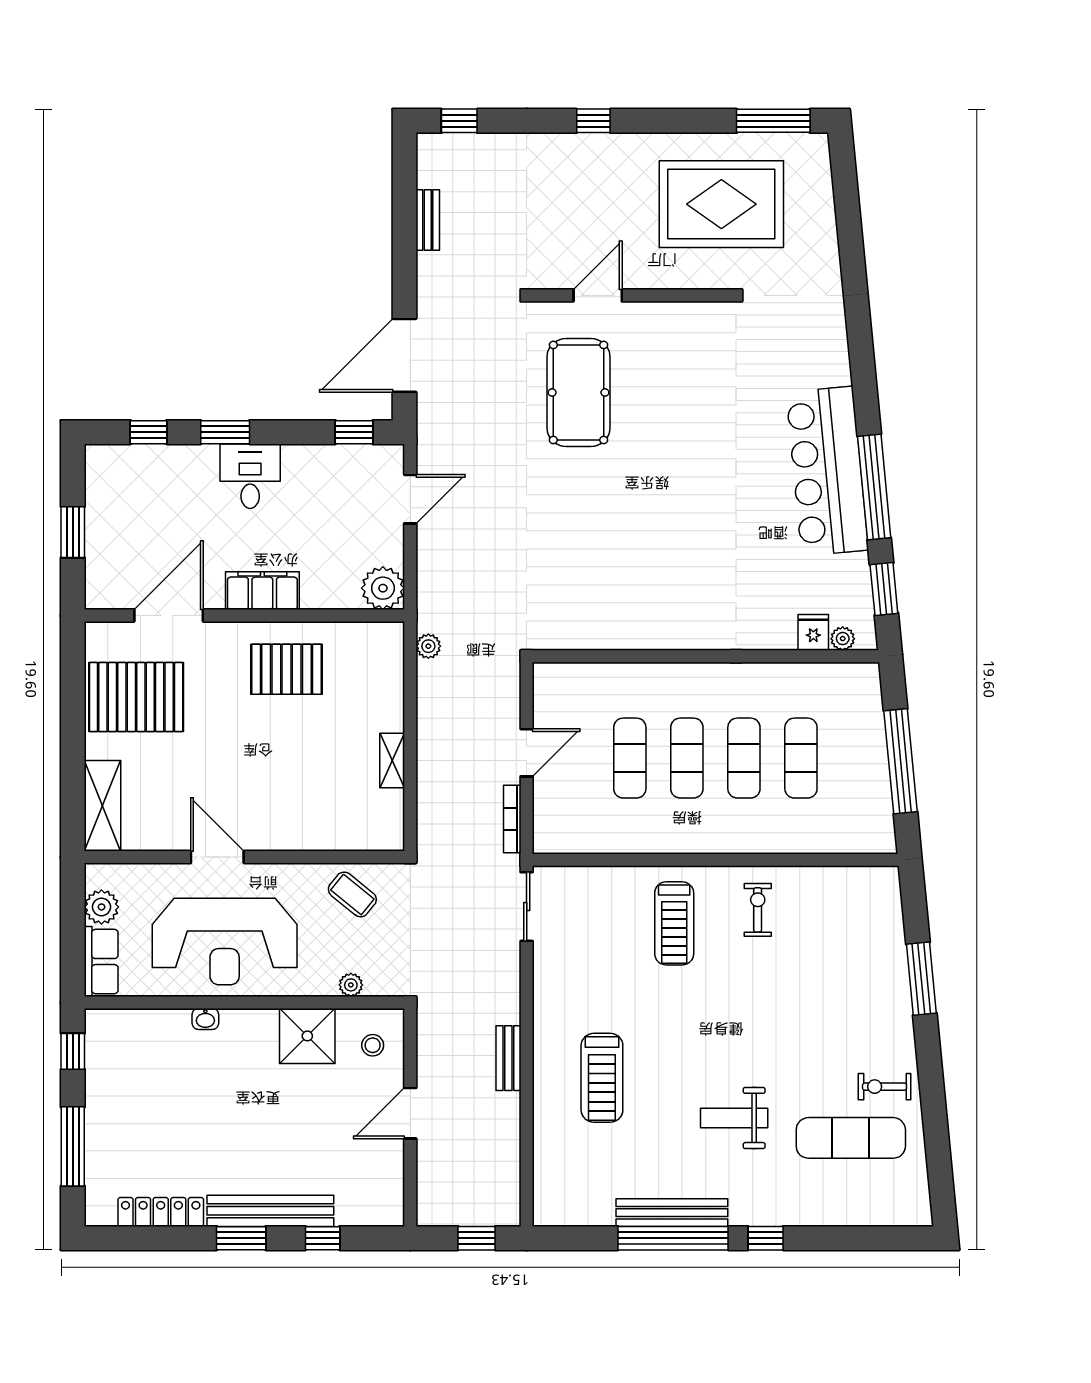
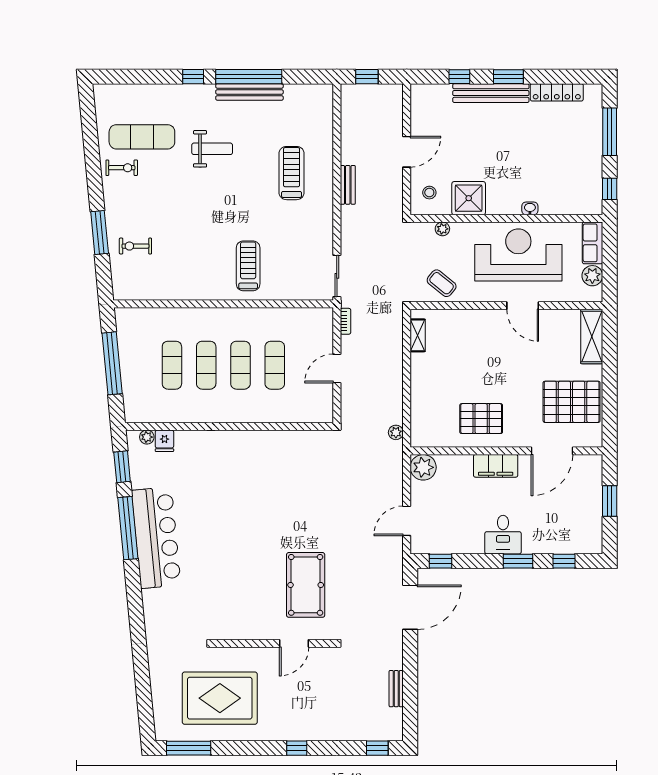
shelving: (392, 761) -> (418, 335), moved
bookcase: (512, 819) -> (345, 321), width x0.64
exercise bike: (758, 910) -> (135, 246), moved, turned 90

